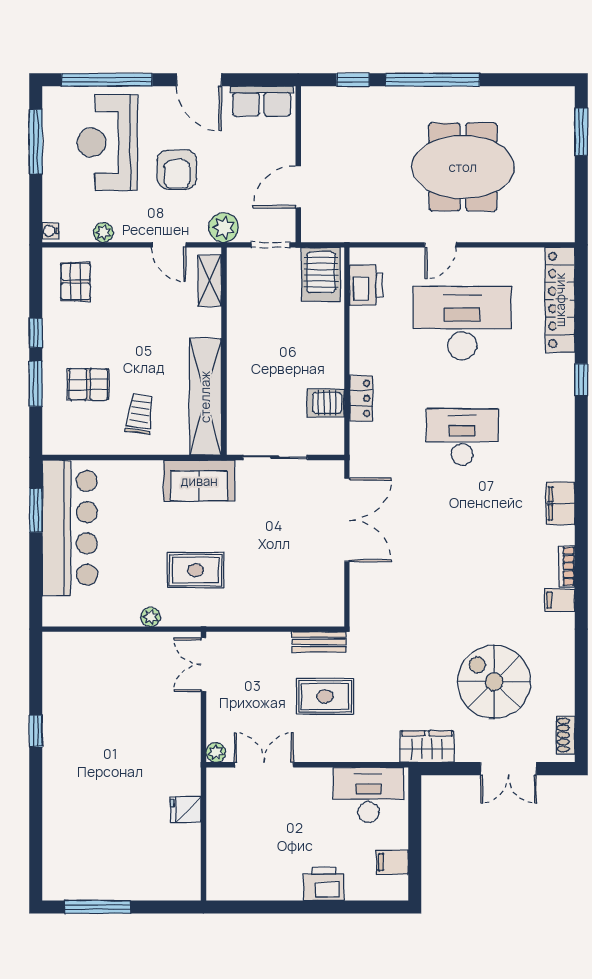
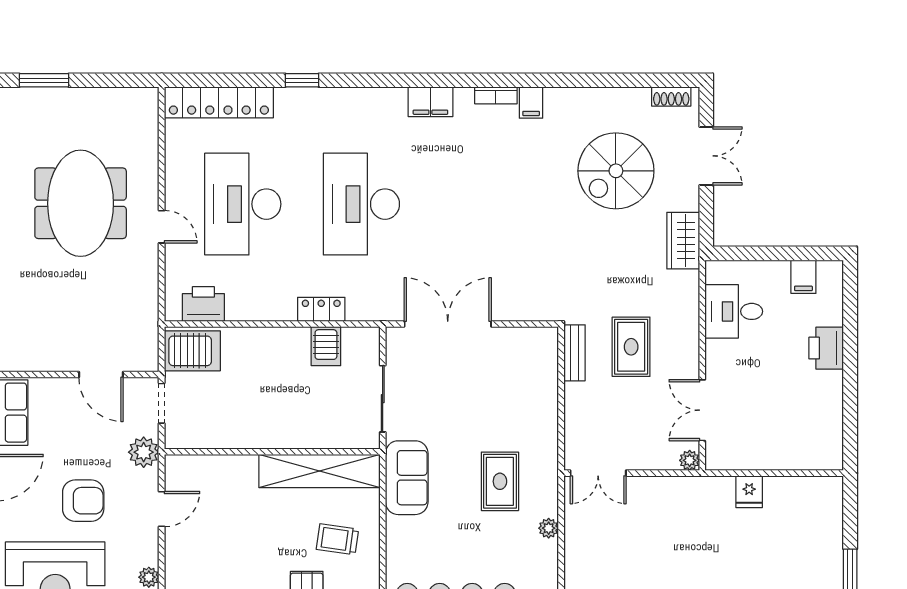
shelving: (210, 281) -> (199, 466), removed
desk: (462, 437) -> (361, 204), width x1.36, depth x1.30
desk: (369, 795) -> (734, 311), width x0.73

